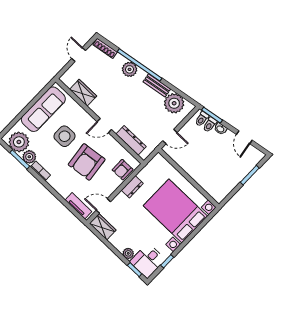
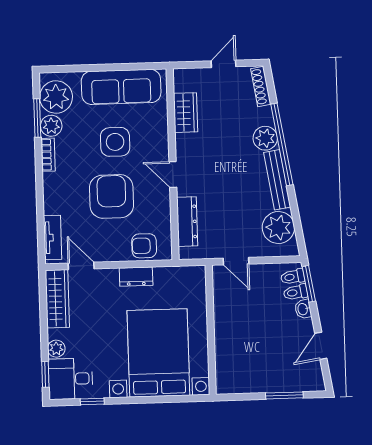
bench: (157, 85) -> (277, 180), width x1.36
armchair: (87, 162) -> (111, 196), turned 97
wardrobe: (103, 227) -> (57, 299), width x1.50

